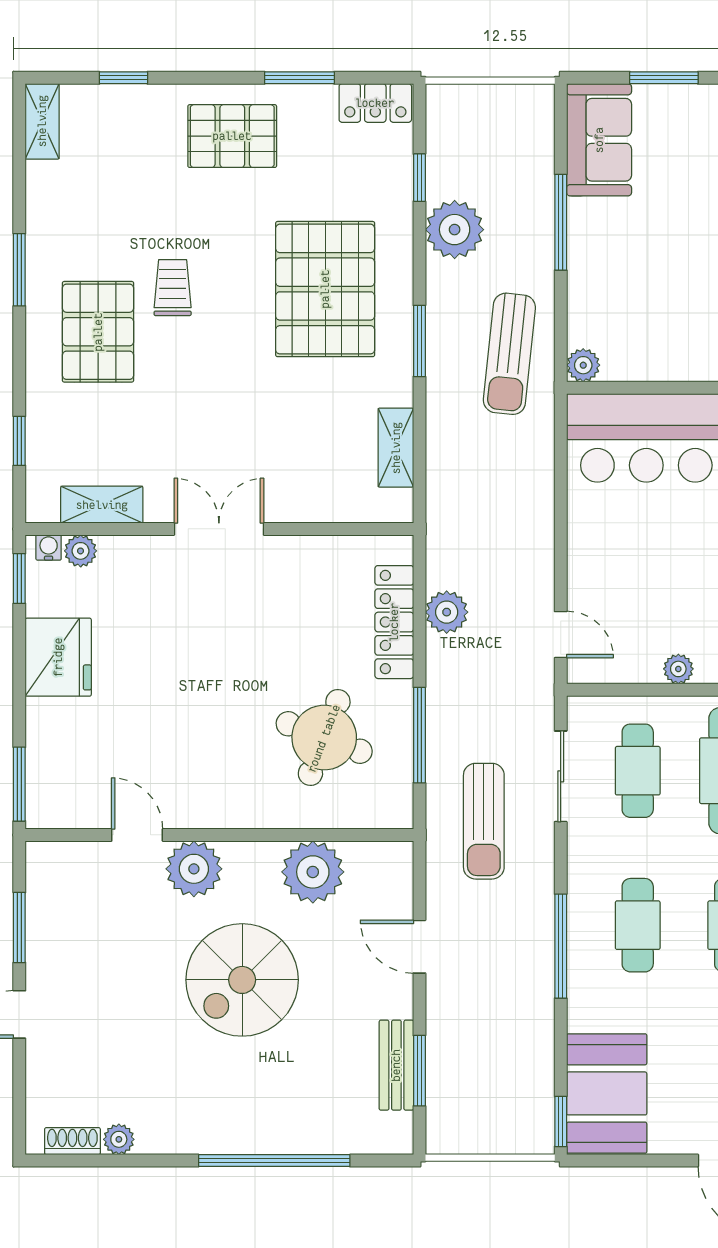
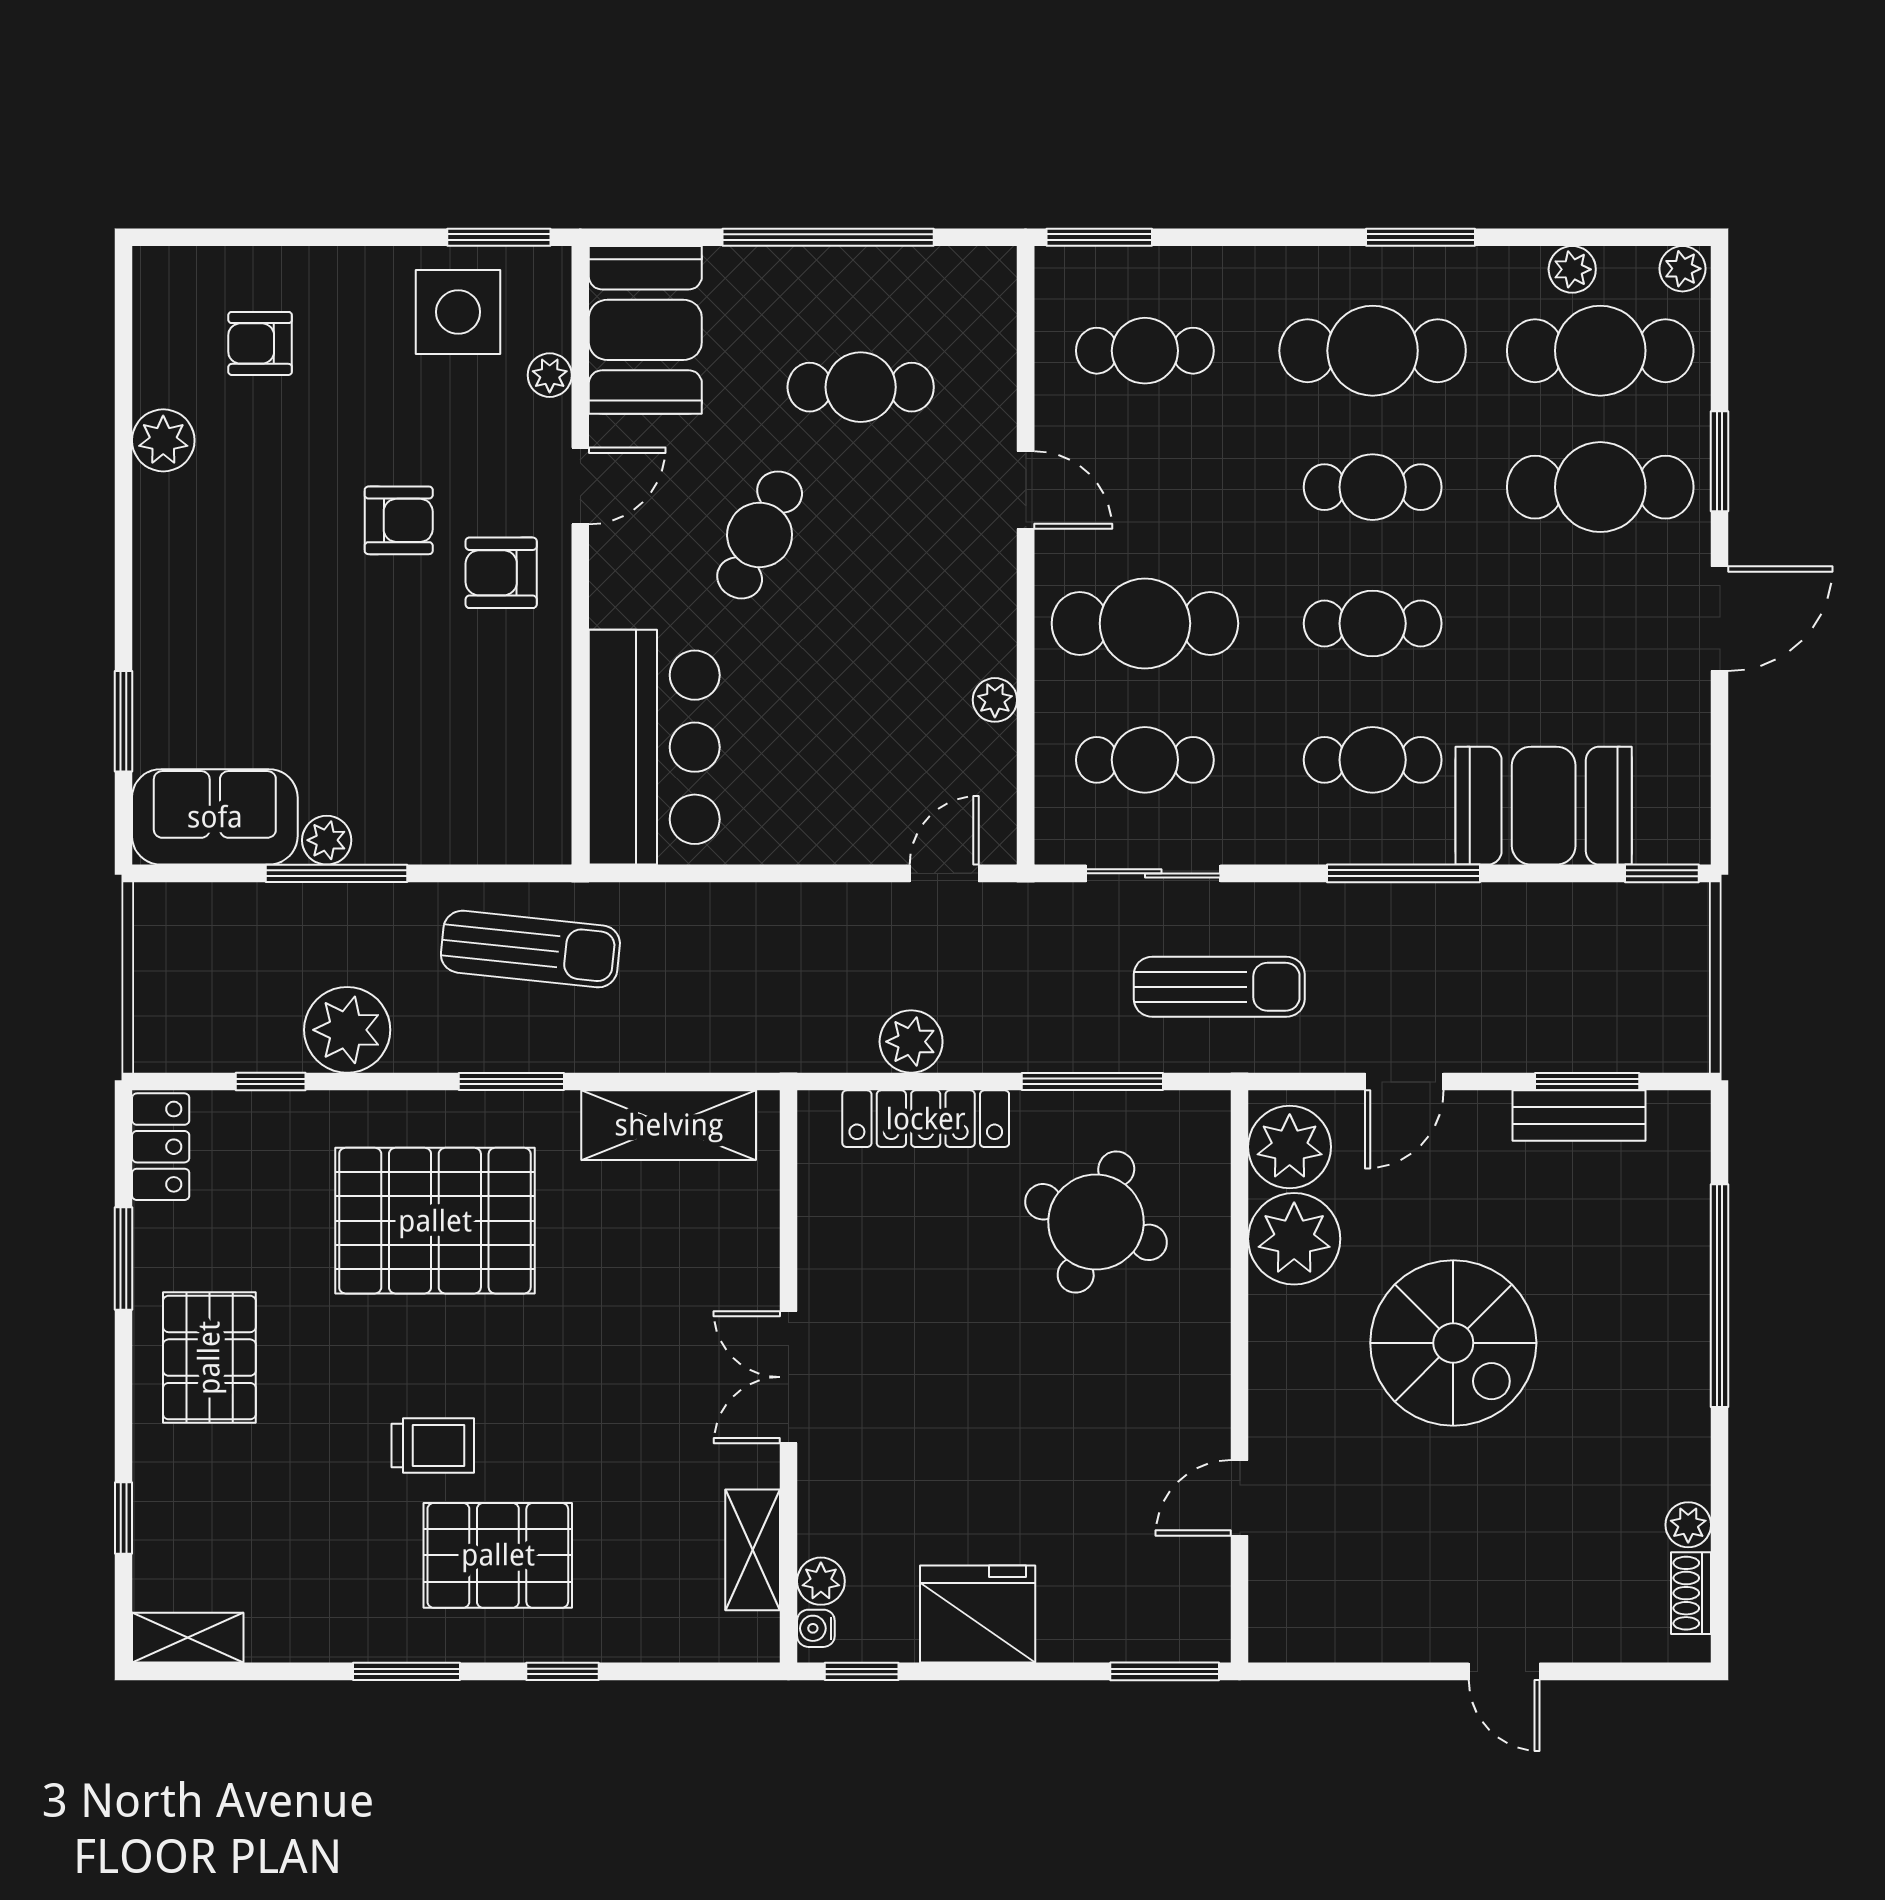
trolley: (173, 288) -> (433, 1445), turned 180
plant: (583, 365) -> (327, 840), moved
window: (19, 441) -> (562, 1671), moved
shelving: (396, 448) -> (669, 1125), width x1.50, depth x1.33
plant: (194, 869) -> (1290, 1147), moved
window: (19, 928) -> (1376, 1671), removed
booth: (607, 1093) -> (1544, 806), moved

